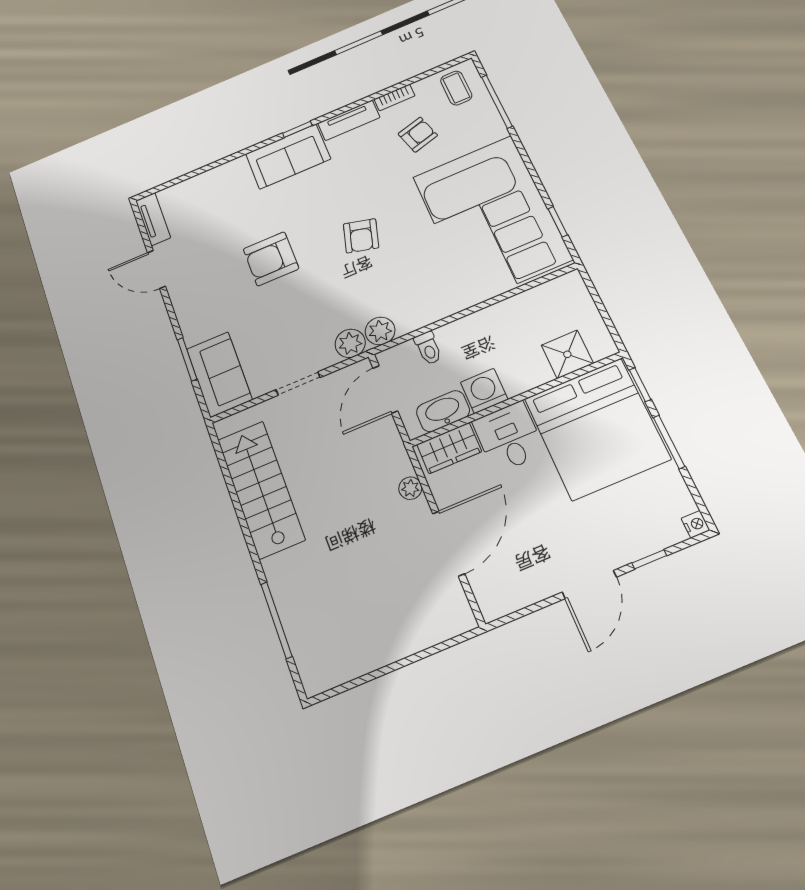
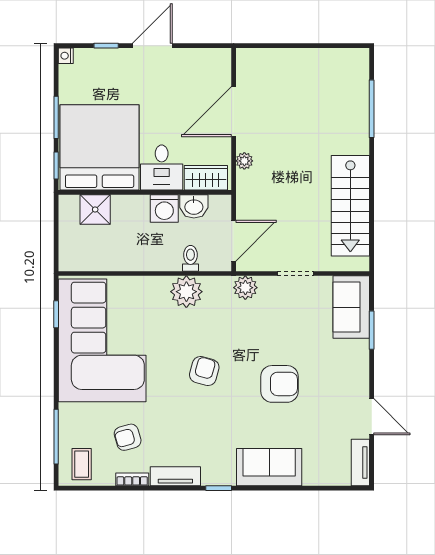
sofa: (288, 156) -> (269, 467), moved
plant: (380, 331) -> (186, 292), moved, width x1.36, depth x1.36
washbasin: (443, 411) -> (194, 206), width x0.72

